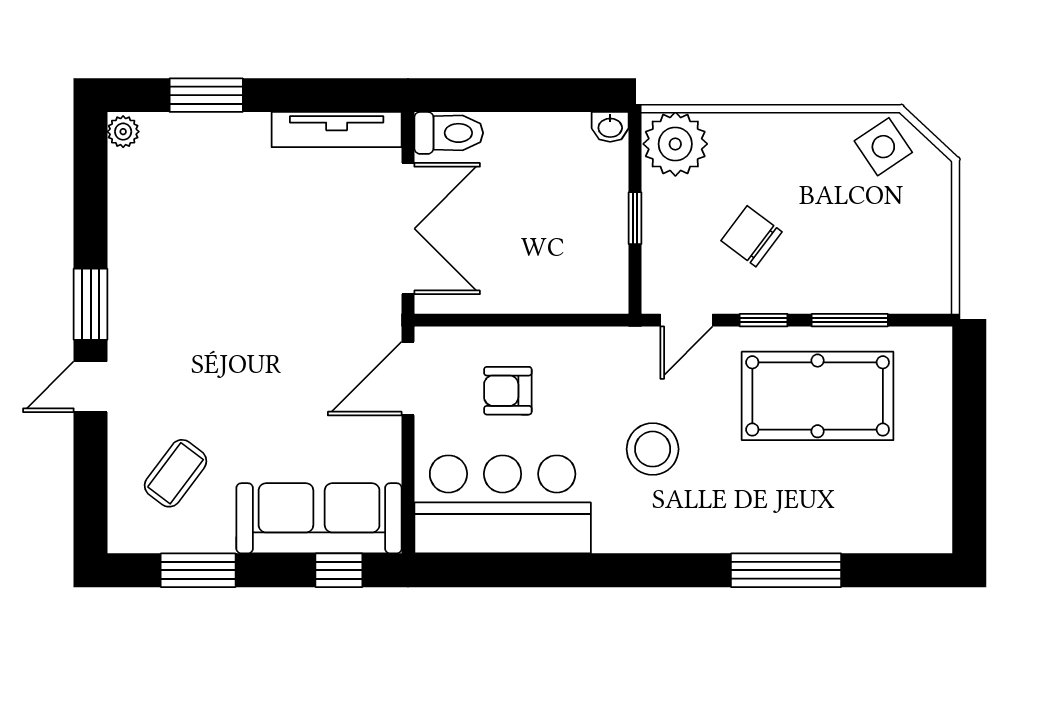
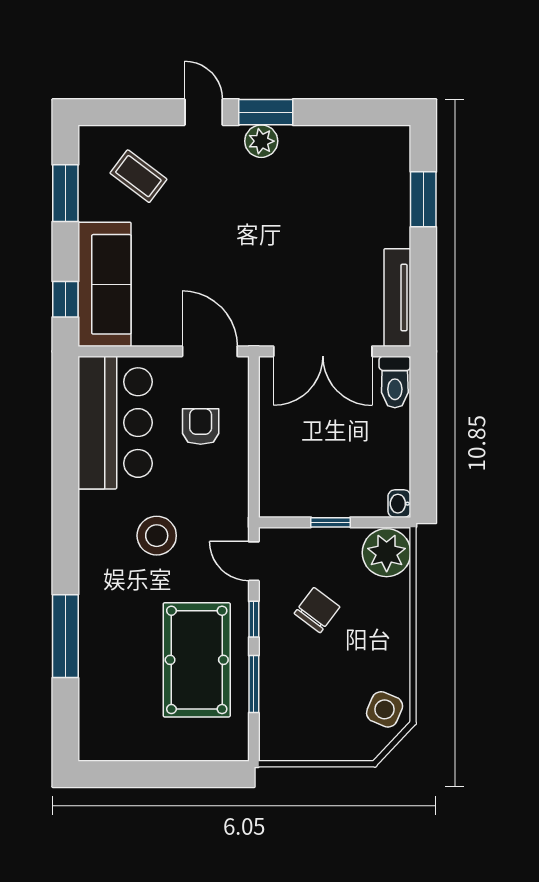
plant: (123, 132) -> (261, 141), moved, width x1.38, depth x1.38
side table: (883, 147) -> (385, 709), turned -33

